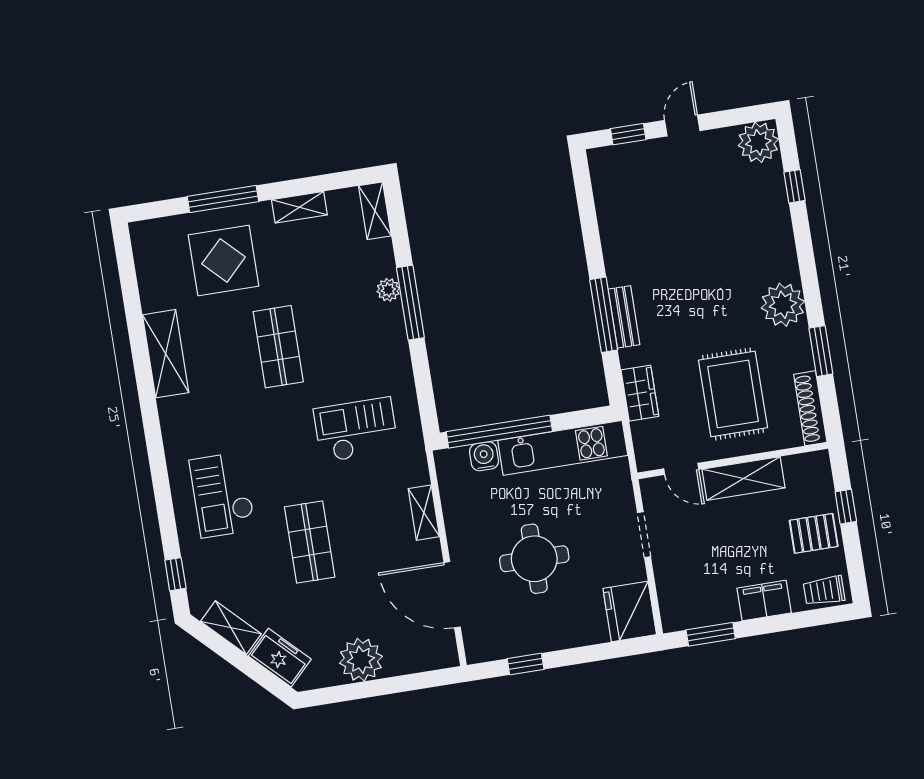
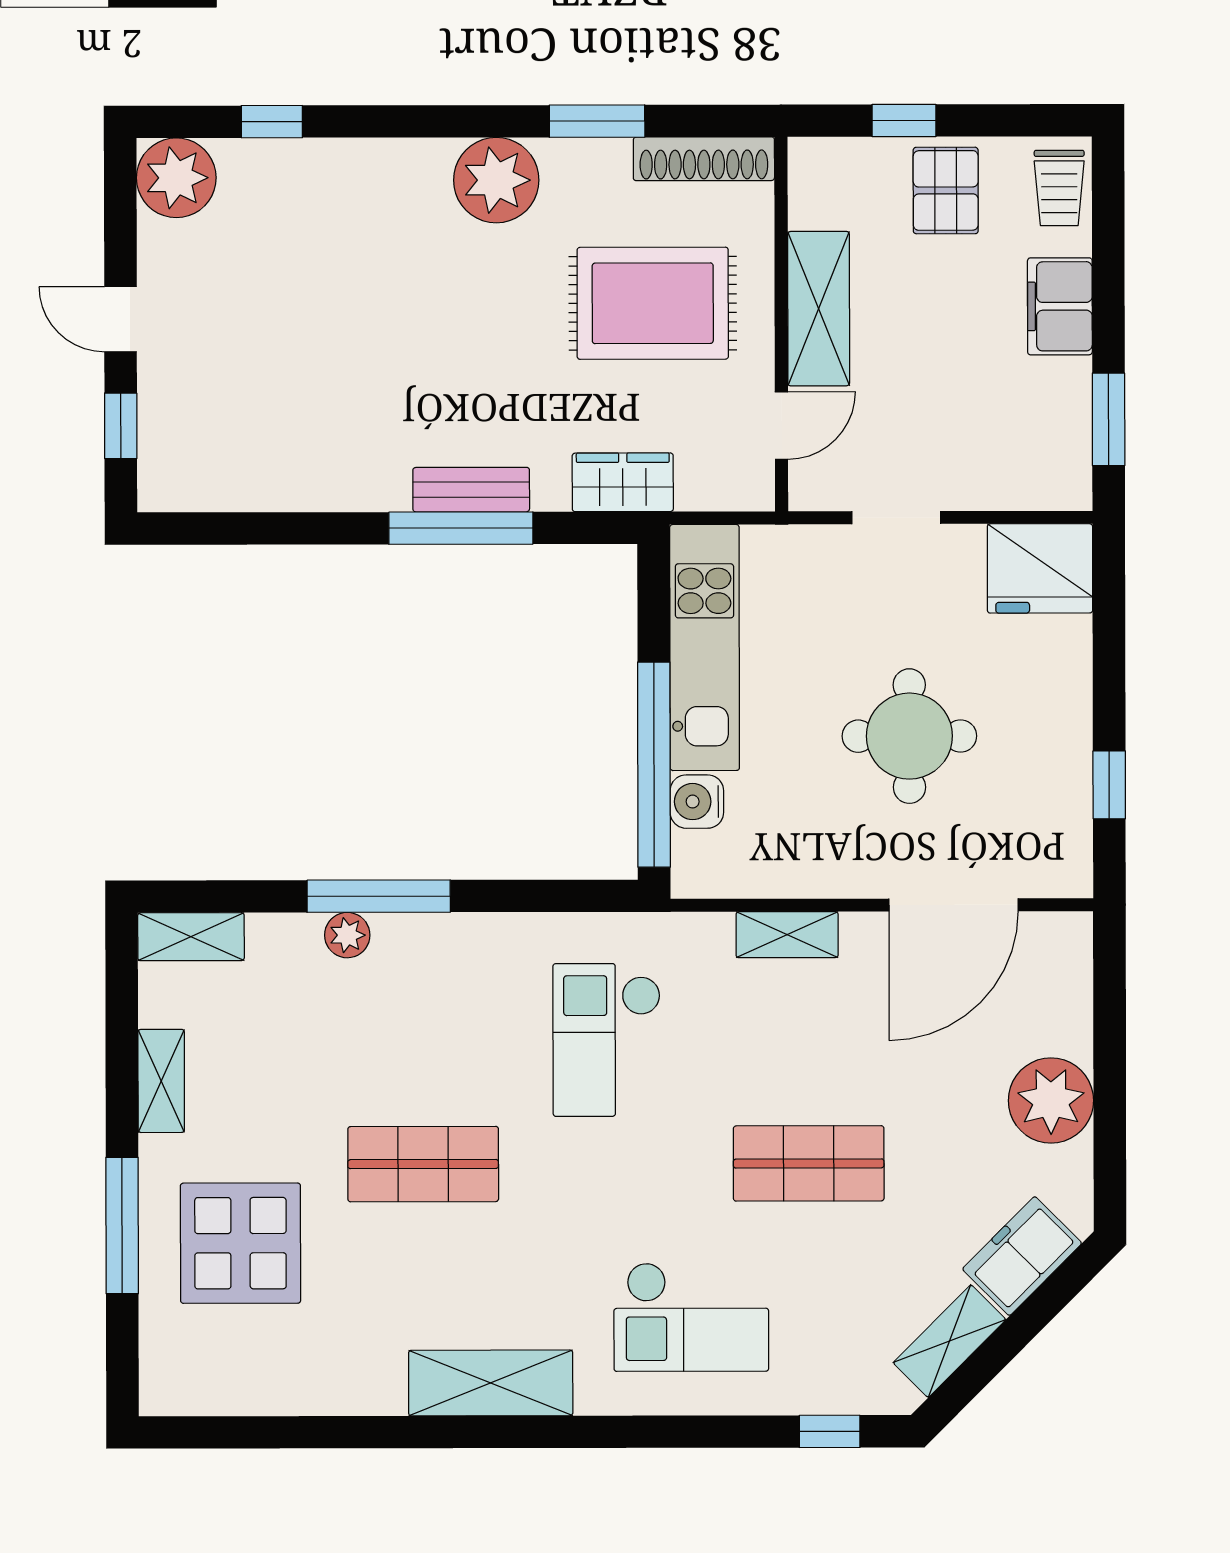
shelving: (166, 354) -> (491, 1383), moved

